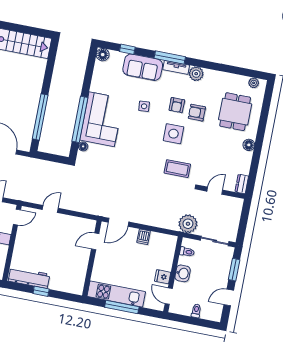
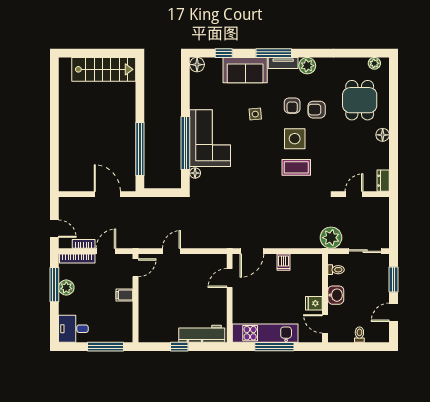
coffee table: (177, 169) -> (296, 167), moved
workbench: (29, 278) -> (202, 334), moved

